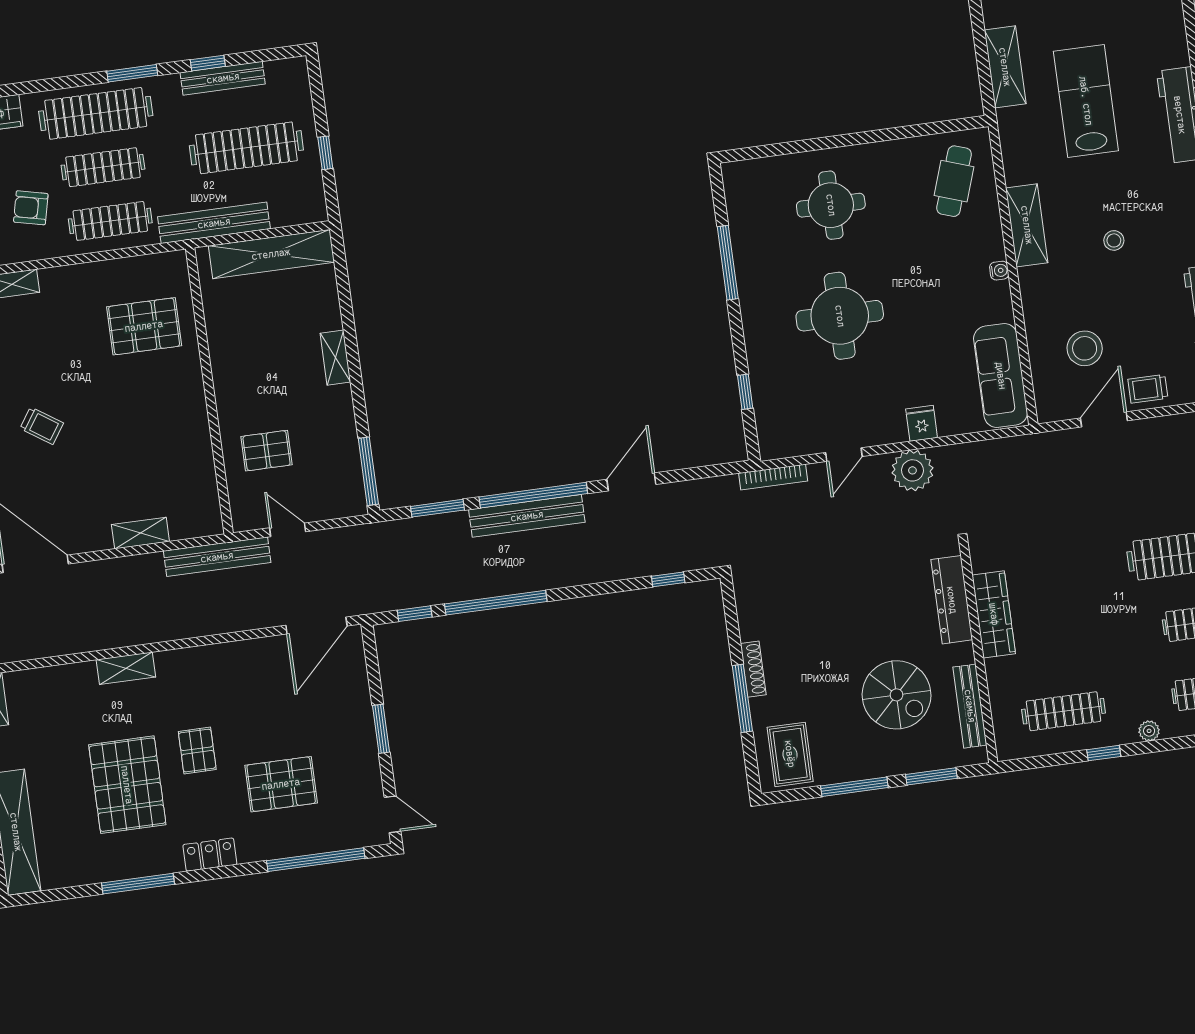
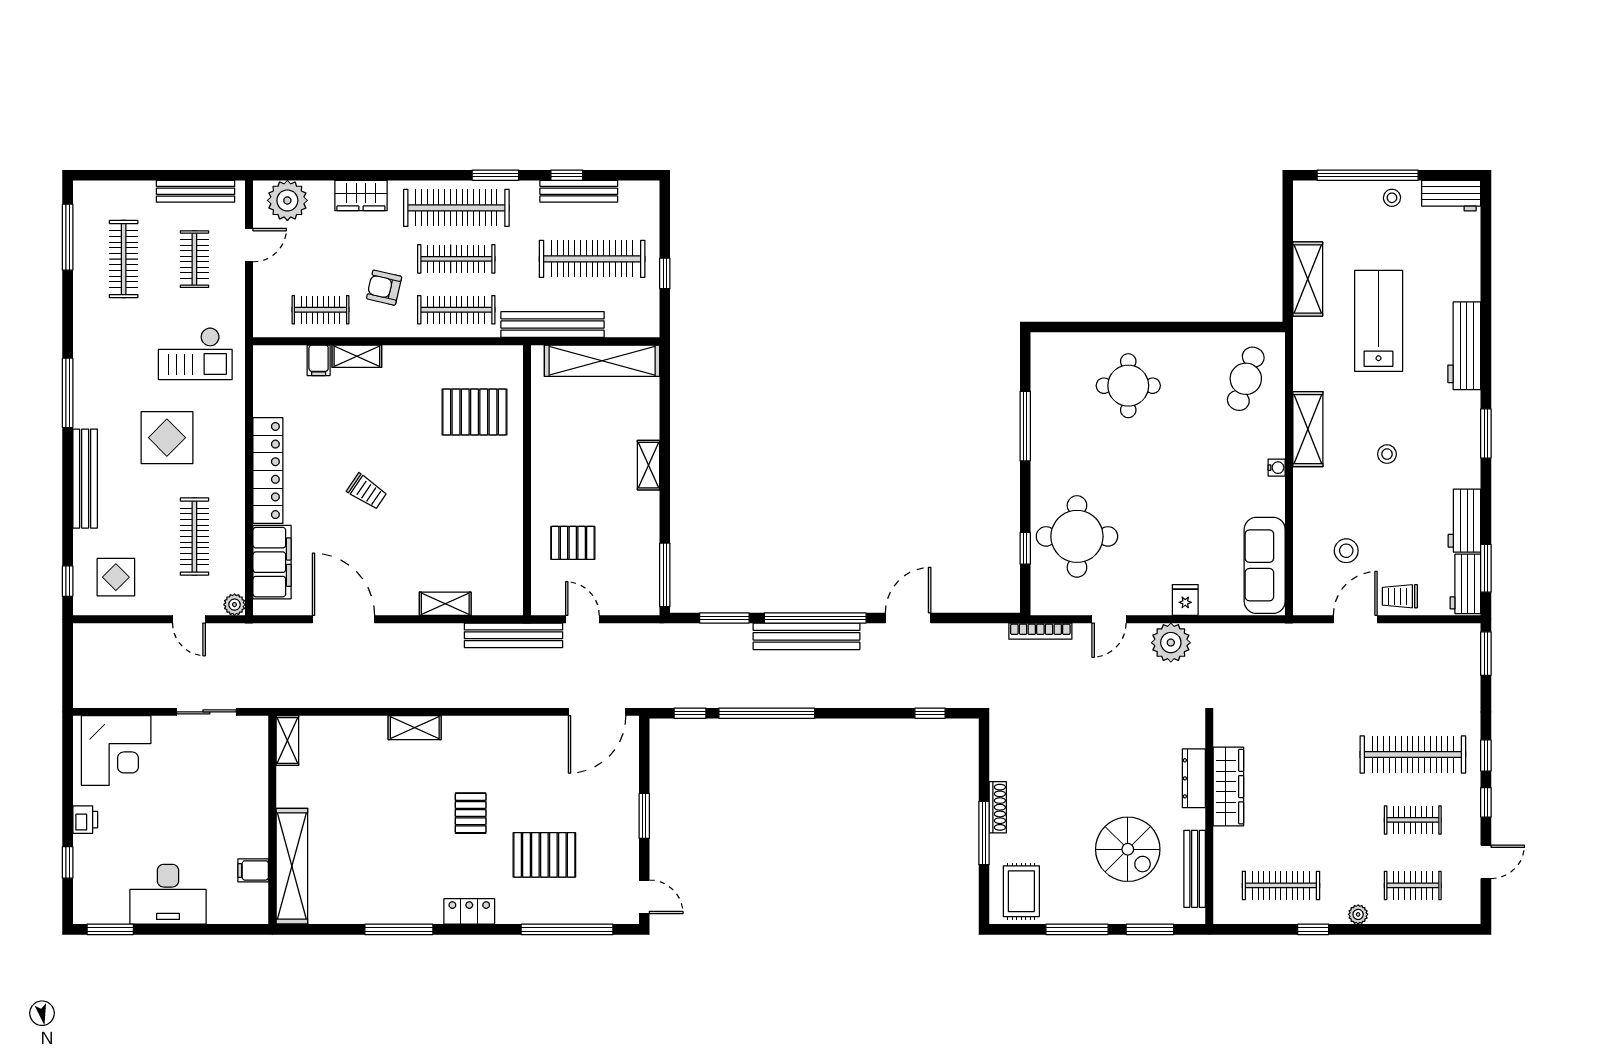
round table: (840, 316) -> (1077, 536), moved
stool: (1085, 348) -> (1346, 551), width x0.73, depth x0.73
dresser: (952, 600) -> (1194, 778), width x0.73, depth x0.80
pallet: (127, 785) -> (401, 836), removed

